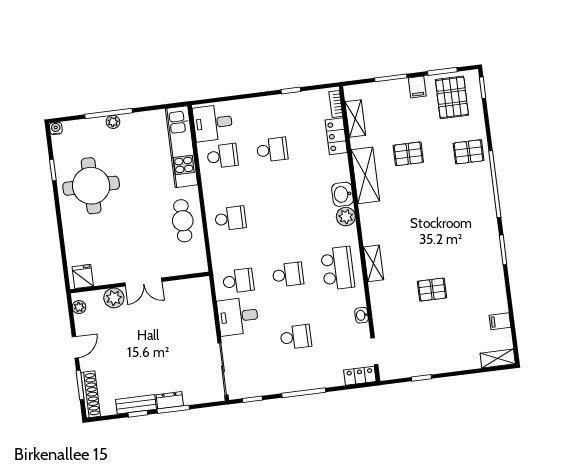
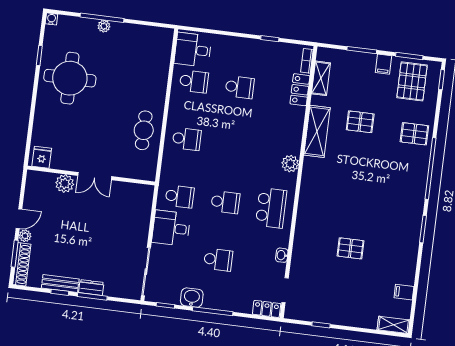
kitchen unit: (181, 147) -> (159, 64), removed
washbasin: (342, 194) -> (192, 298), moved, turned 90
shelving: (373, 263) -> (304, 212), removed
plant: (79, 307) -> (25, 236), moved

